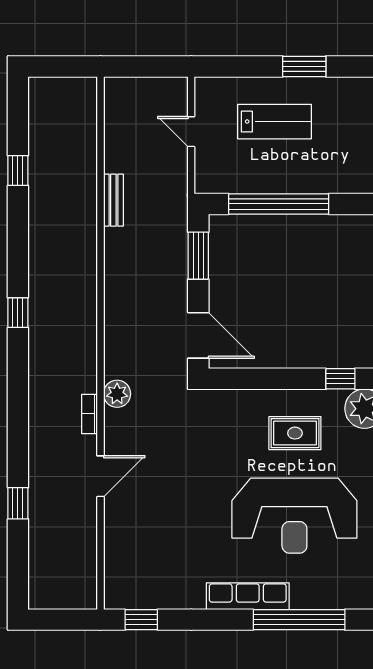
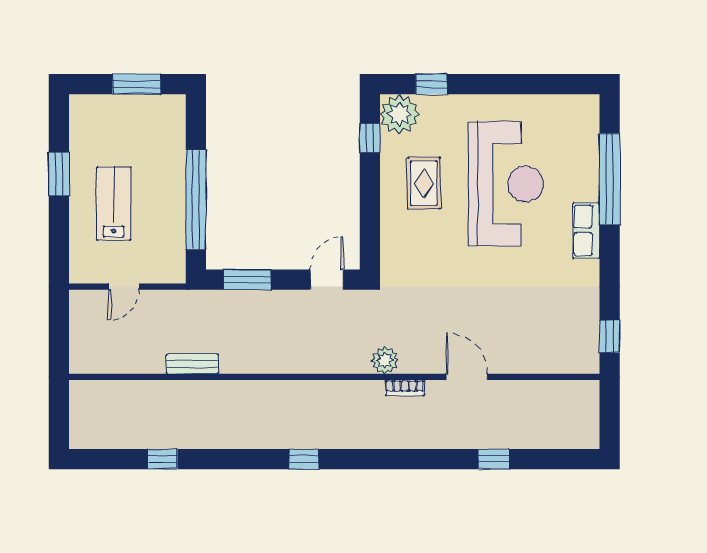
door: (198, 335) -> (327, 280), width x0.73
row of seats: (248, 596) -> (586, 230), width x0.68

